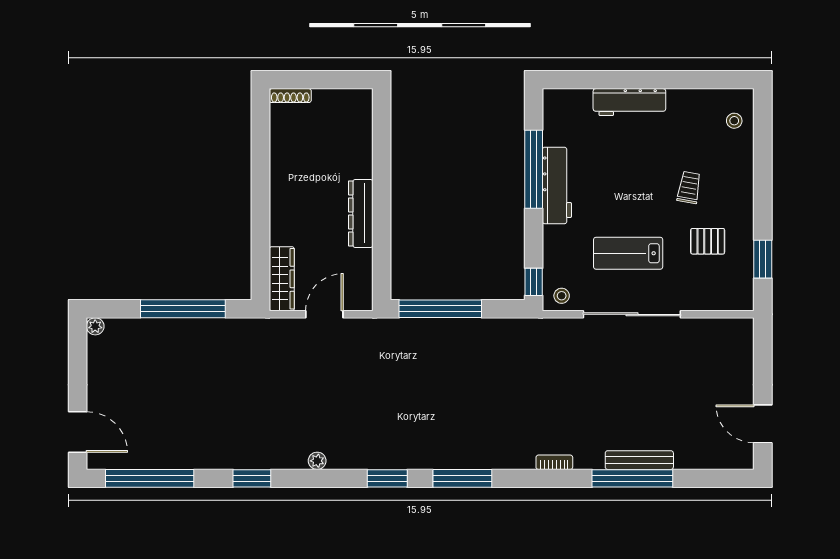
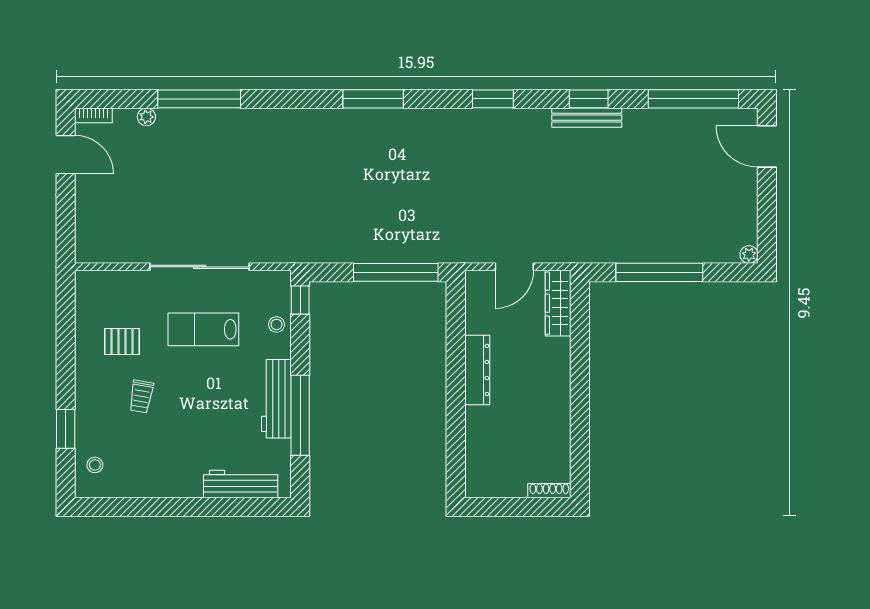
workbench: (629, 102) -> (241, 484), moved
lab bench: (628, 253) -> (203, 329), turned 180
window: (763, 259) -> (66, 429), moved
stool: (562, 296) -> (276, 324), moved
bench: (639, 460) -> (587, 118), moved
plant: (317, 461) -> (146, 117), moved
bookcase: (554, 462) -> (93, 115), moved
window: (387, 478) -> (493, 99), moved

